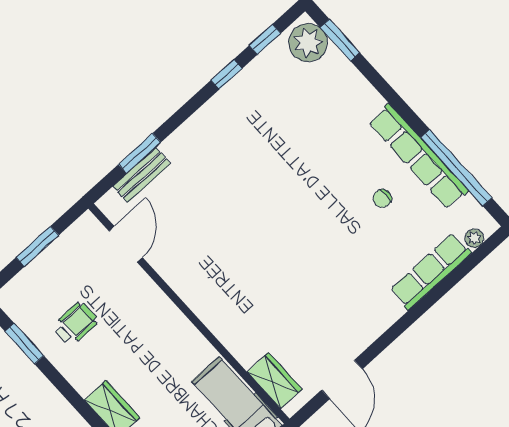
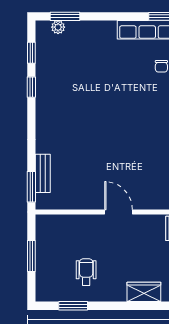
plant: (308, 43) -> (58, 27), width x0.53, depth x0.53
window: (140, 153) -> (31, 187), moved
door: (126, 244) -> (119, 212), moved

